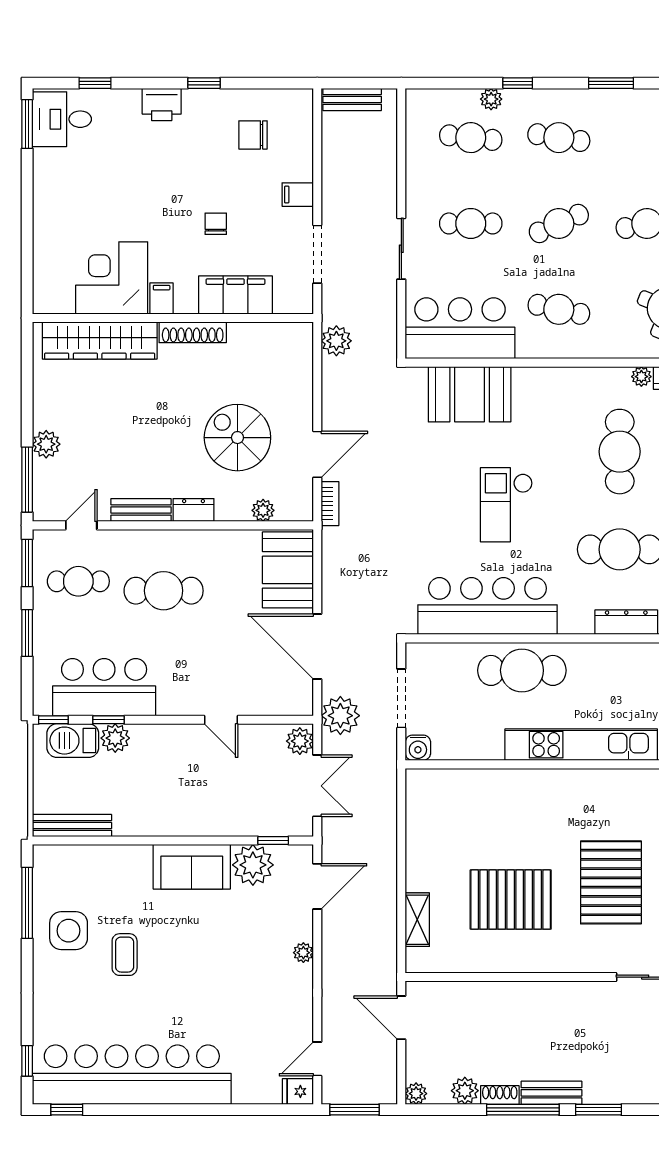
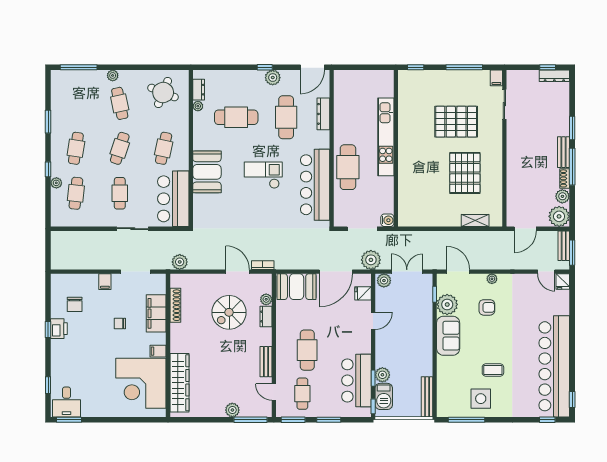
bench: (352, 99) -> (564, 246), moved
printer: (162, 104) -> (59, 329), moved
cafe table: (559, 223) -> (120, 148), turned 42
corner desk: (112, 278) -> (141, 383), width x1.36, depth x1.36
shoe rack: (193, 332) -> (175, 305), moved
booth: (470, 394) -> (207, 172), moved
checkout: (506, 505) -> (263, 175), turned 180
dresser: (193, 510) -> (266, 317), moved
fridge: (275, 700) -> (363, 293), added
armchair: (247, 943) -> (487, 307), added
plant: (416, 1094) -> (559, 216), width x1.88, depth x1.88

